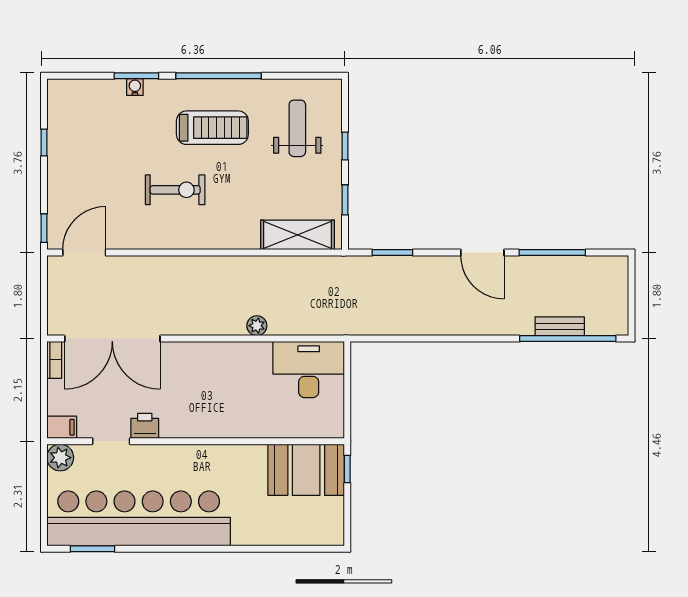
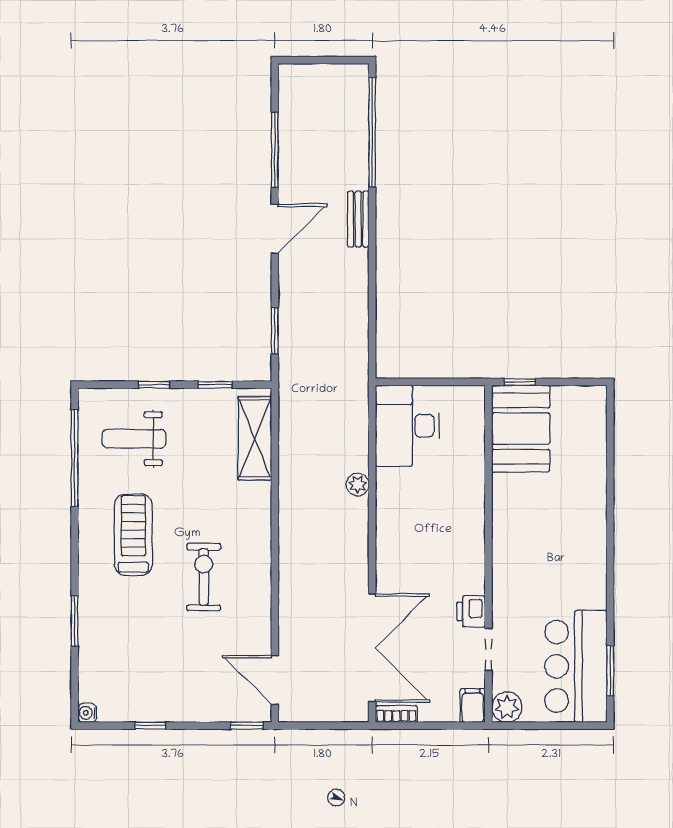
window: (219, 76) -> (75, 458), moved
water cooler: (135, 87) -> (87, 713), moved
bench: (560, 326) -> (358, 219), moved
bar counter: (139, 518) -> (576, 666), width x0.54

